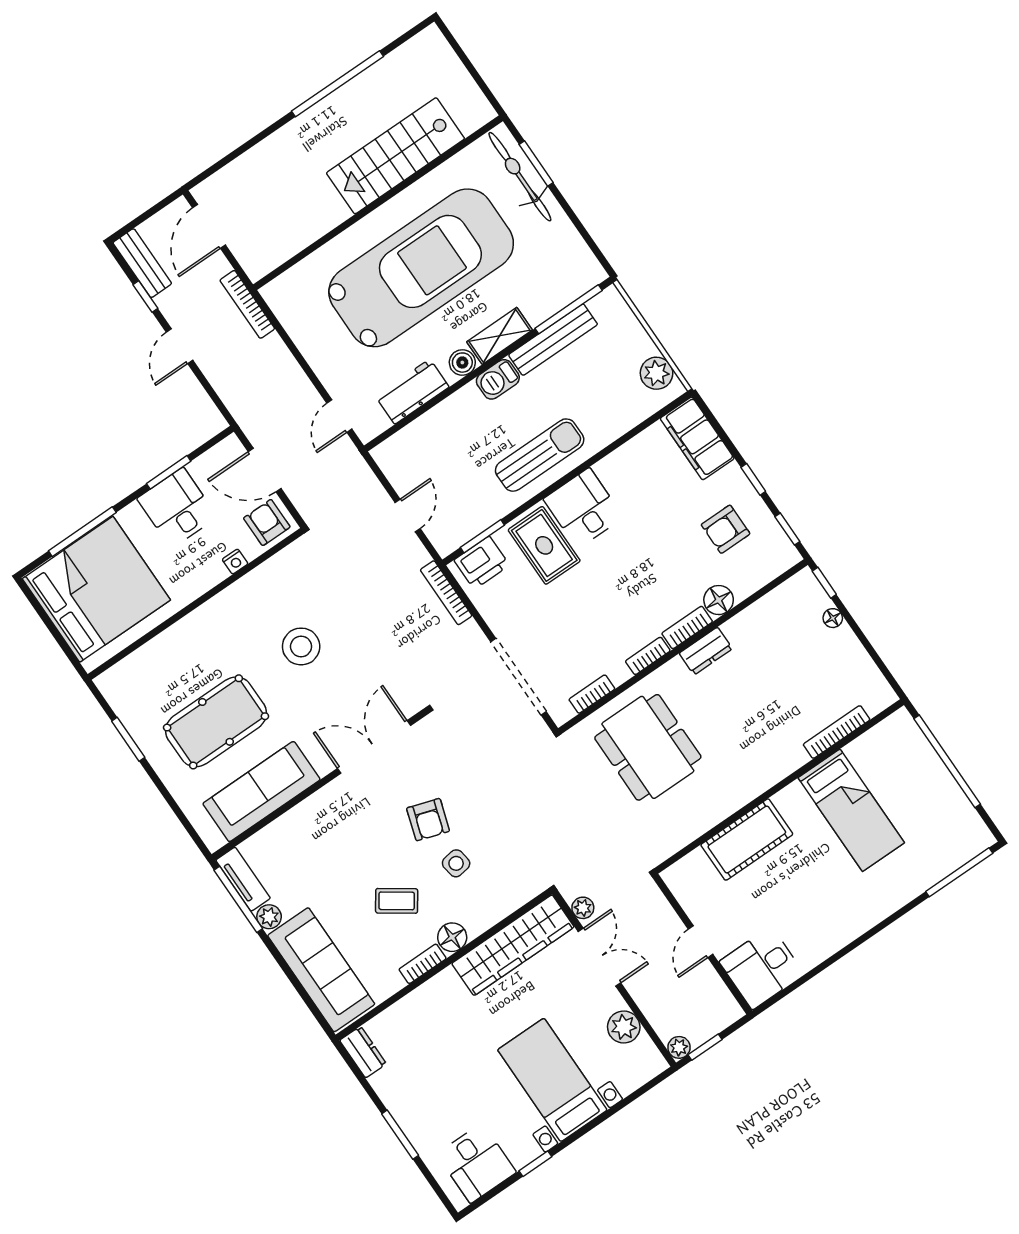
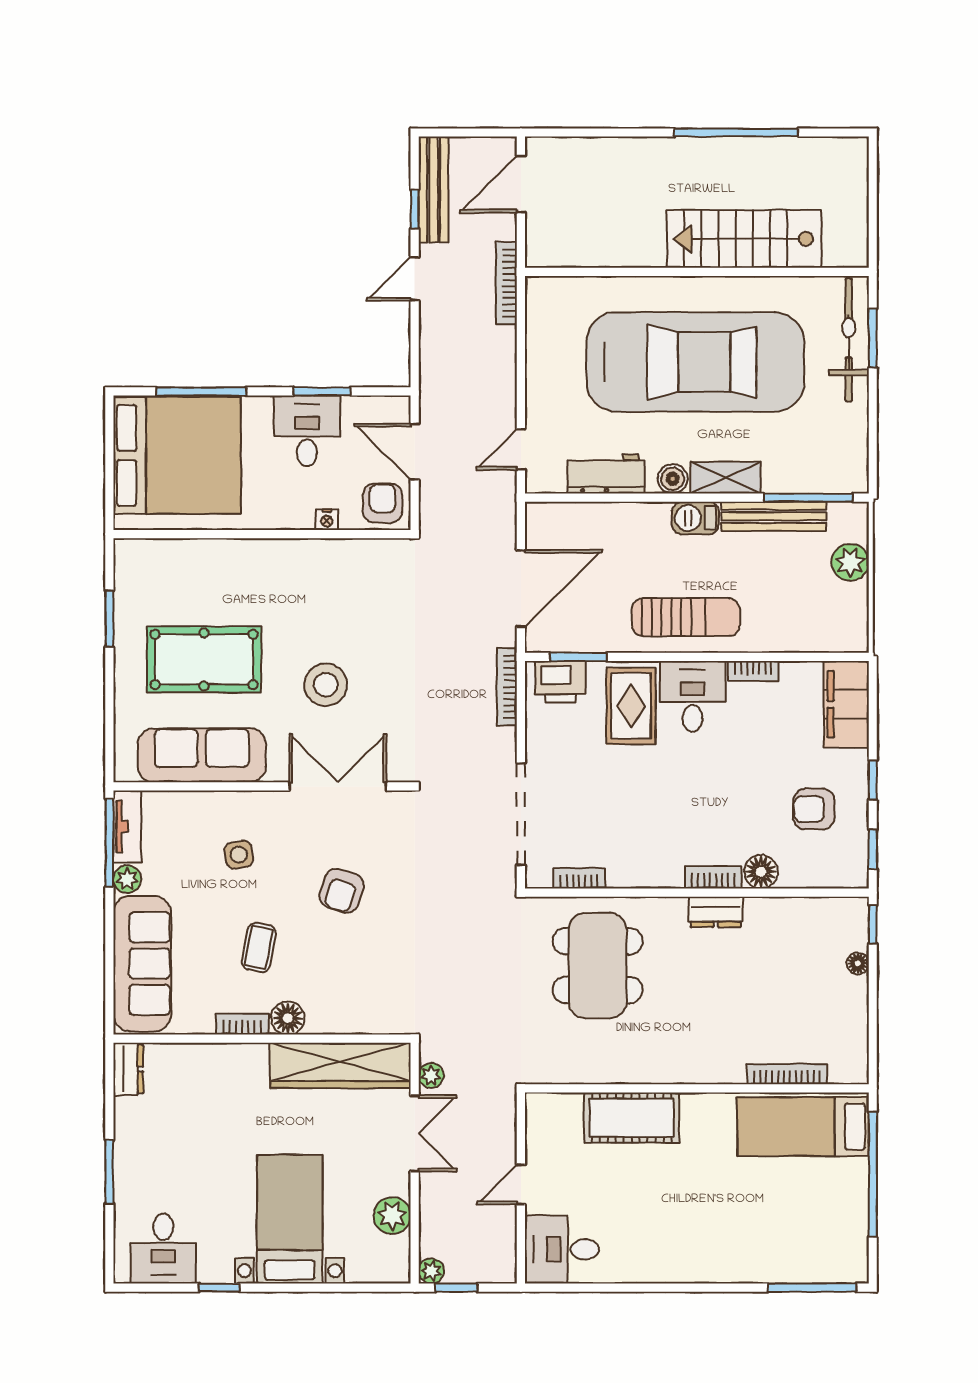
bench: (142, 263) -> (434, 190), width x1.36
plant: (657, 373) -> (850, 562), moved
door: (408, 515) -> (521, 588), width x1.87
stool: (301, 646) -> (326, 685), moved
bookcase: (648, 656) -> (753, 671), moved, turned 180
bed: (851, 810) -> (803, 1127), moved, turned 90
side table: (456, 863) -> (239, 855), moved
coffee table: (397, 901) -> (259, 947), turned 66

